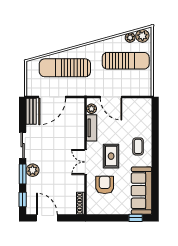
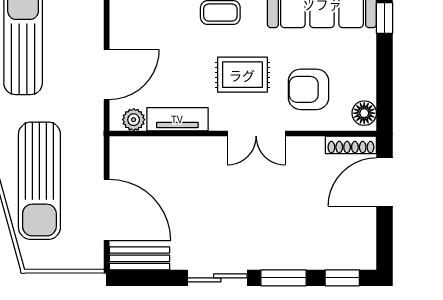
plant: (33, 170) -> (275, 255), removed
floor lamp: (94, 209) -> (364, 113), added
door: (47, 218) -> (384, 182), moved

